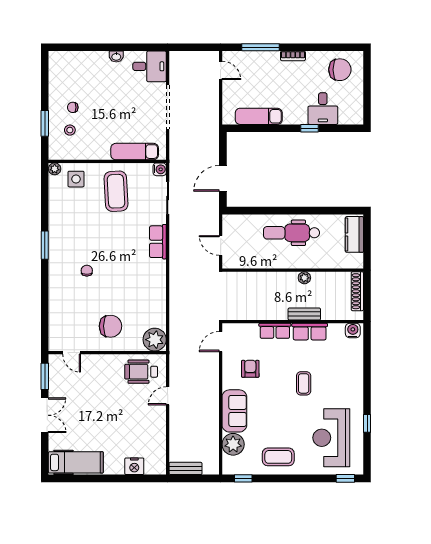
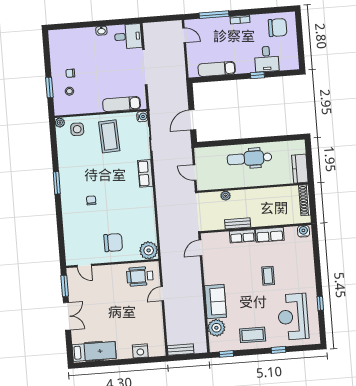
kitchen counter: (354, 234) -> (300, 169), moved
plant: (304, 278) -> (226, 196), moved
bench: (304, 314) -> (238, 223), moved
armchair: (250, 369) -> (225, 268), removed
window: (345, 478) -> (279, 350), moved

